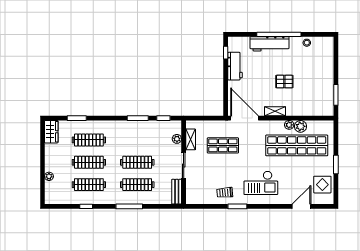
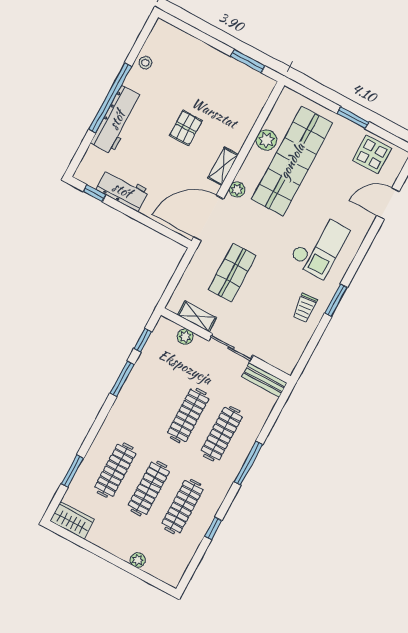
plant: (289, 125) -> (237, 190), moved
door: (301, 206) -> (388, 204), hinge flipped

